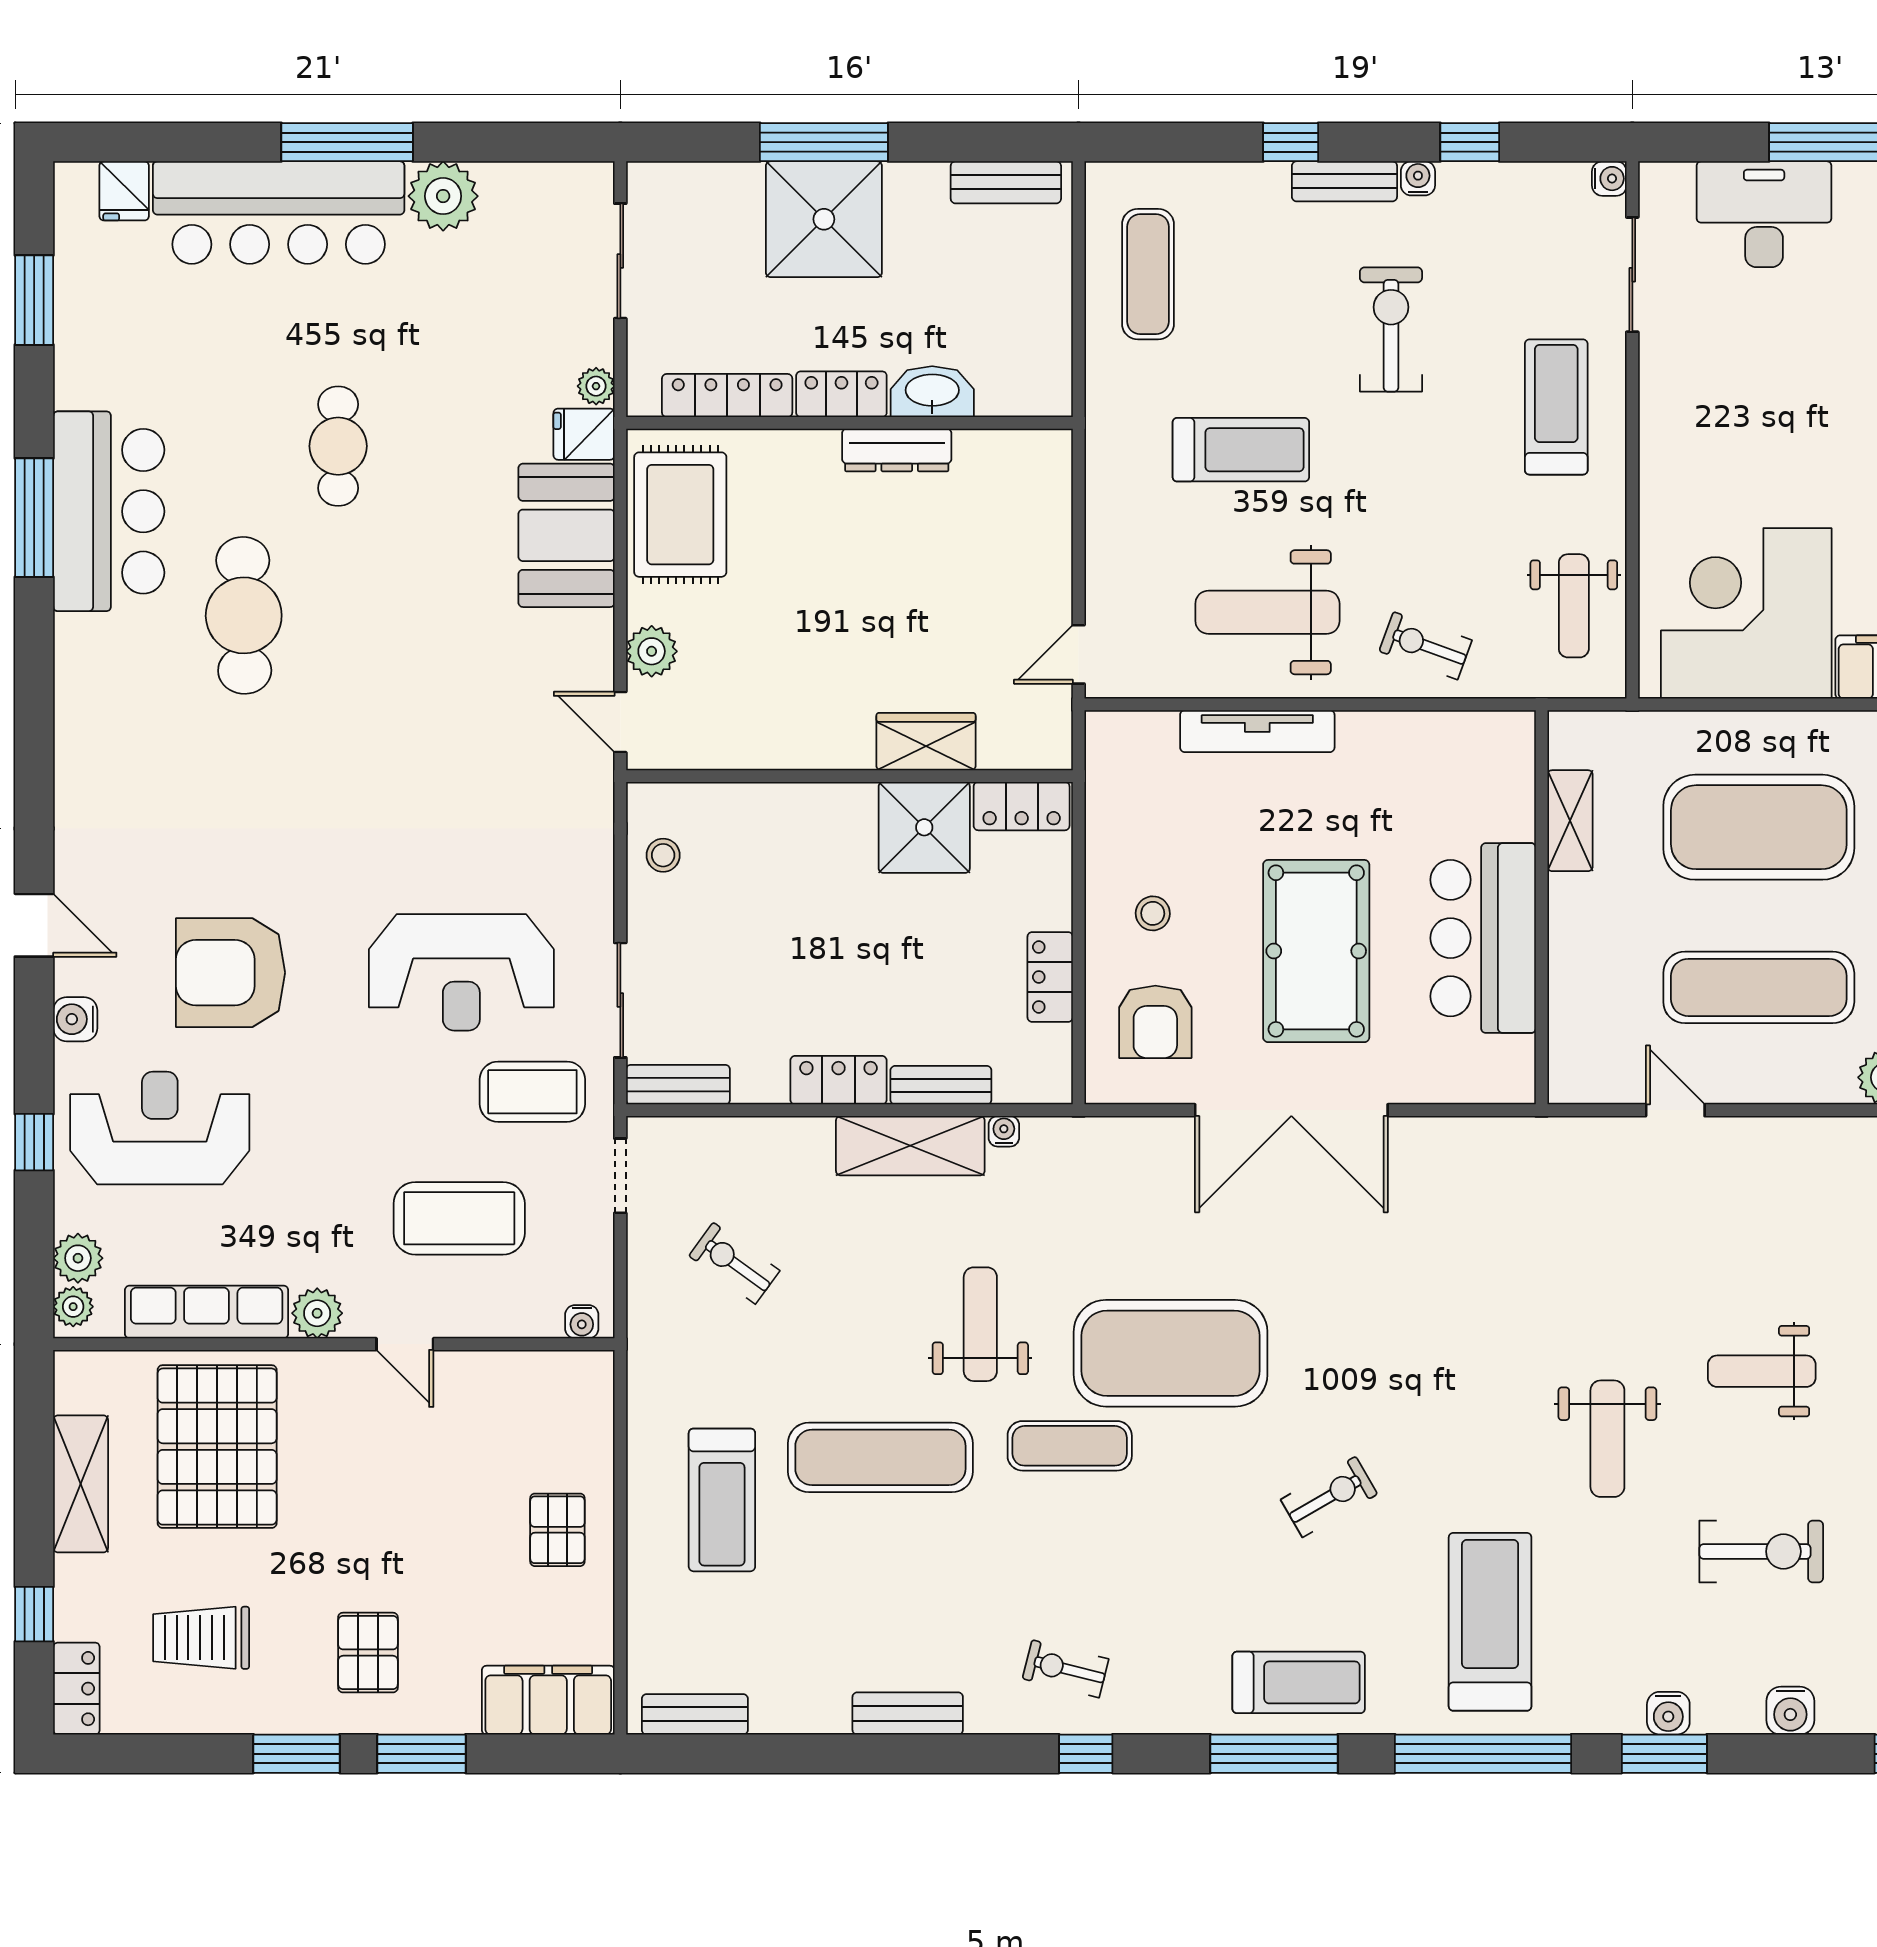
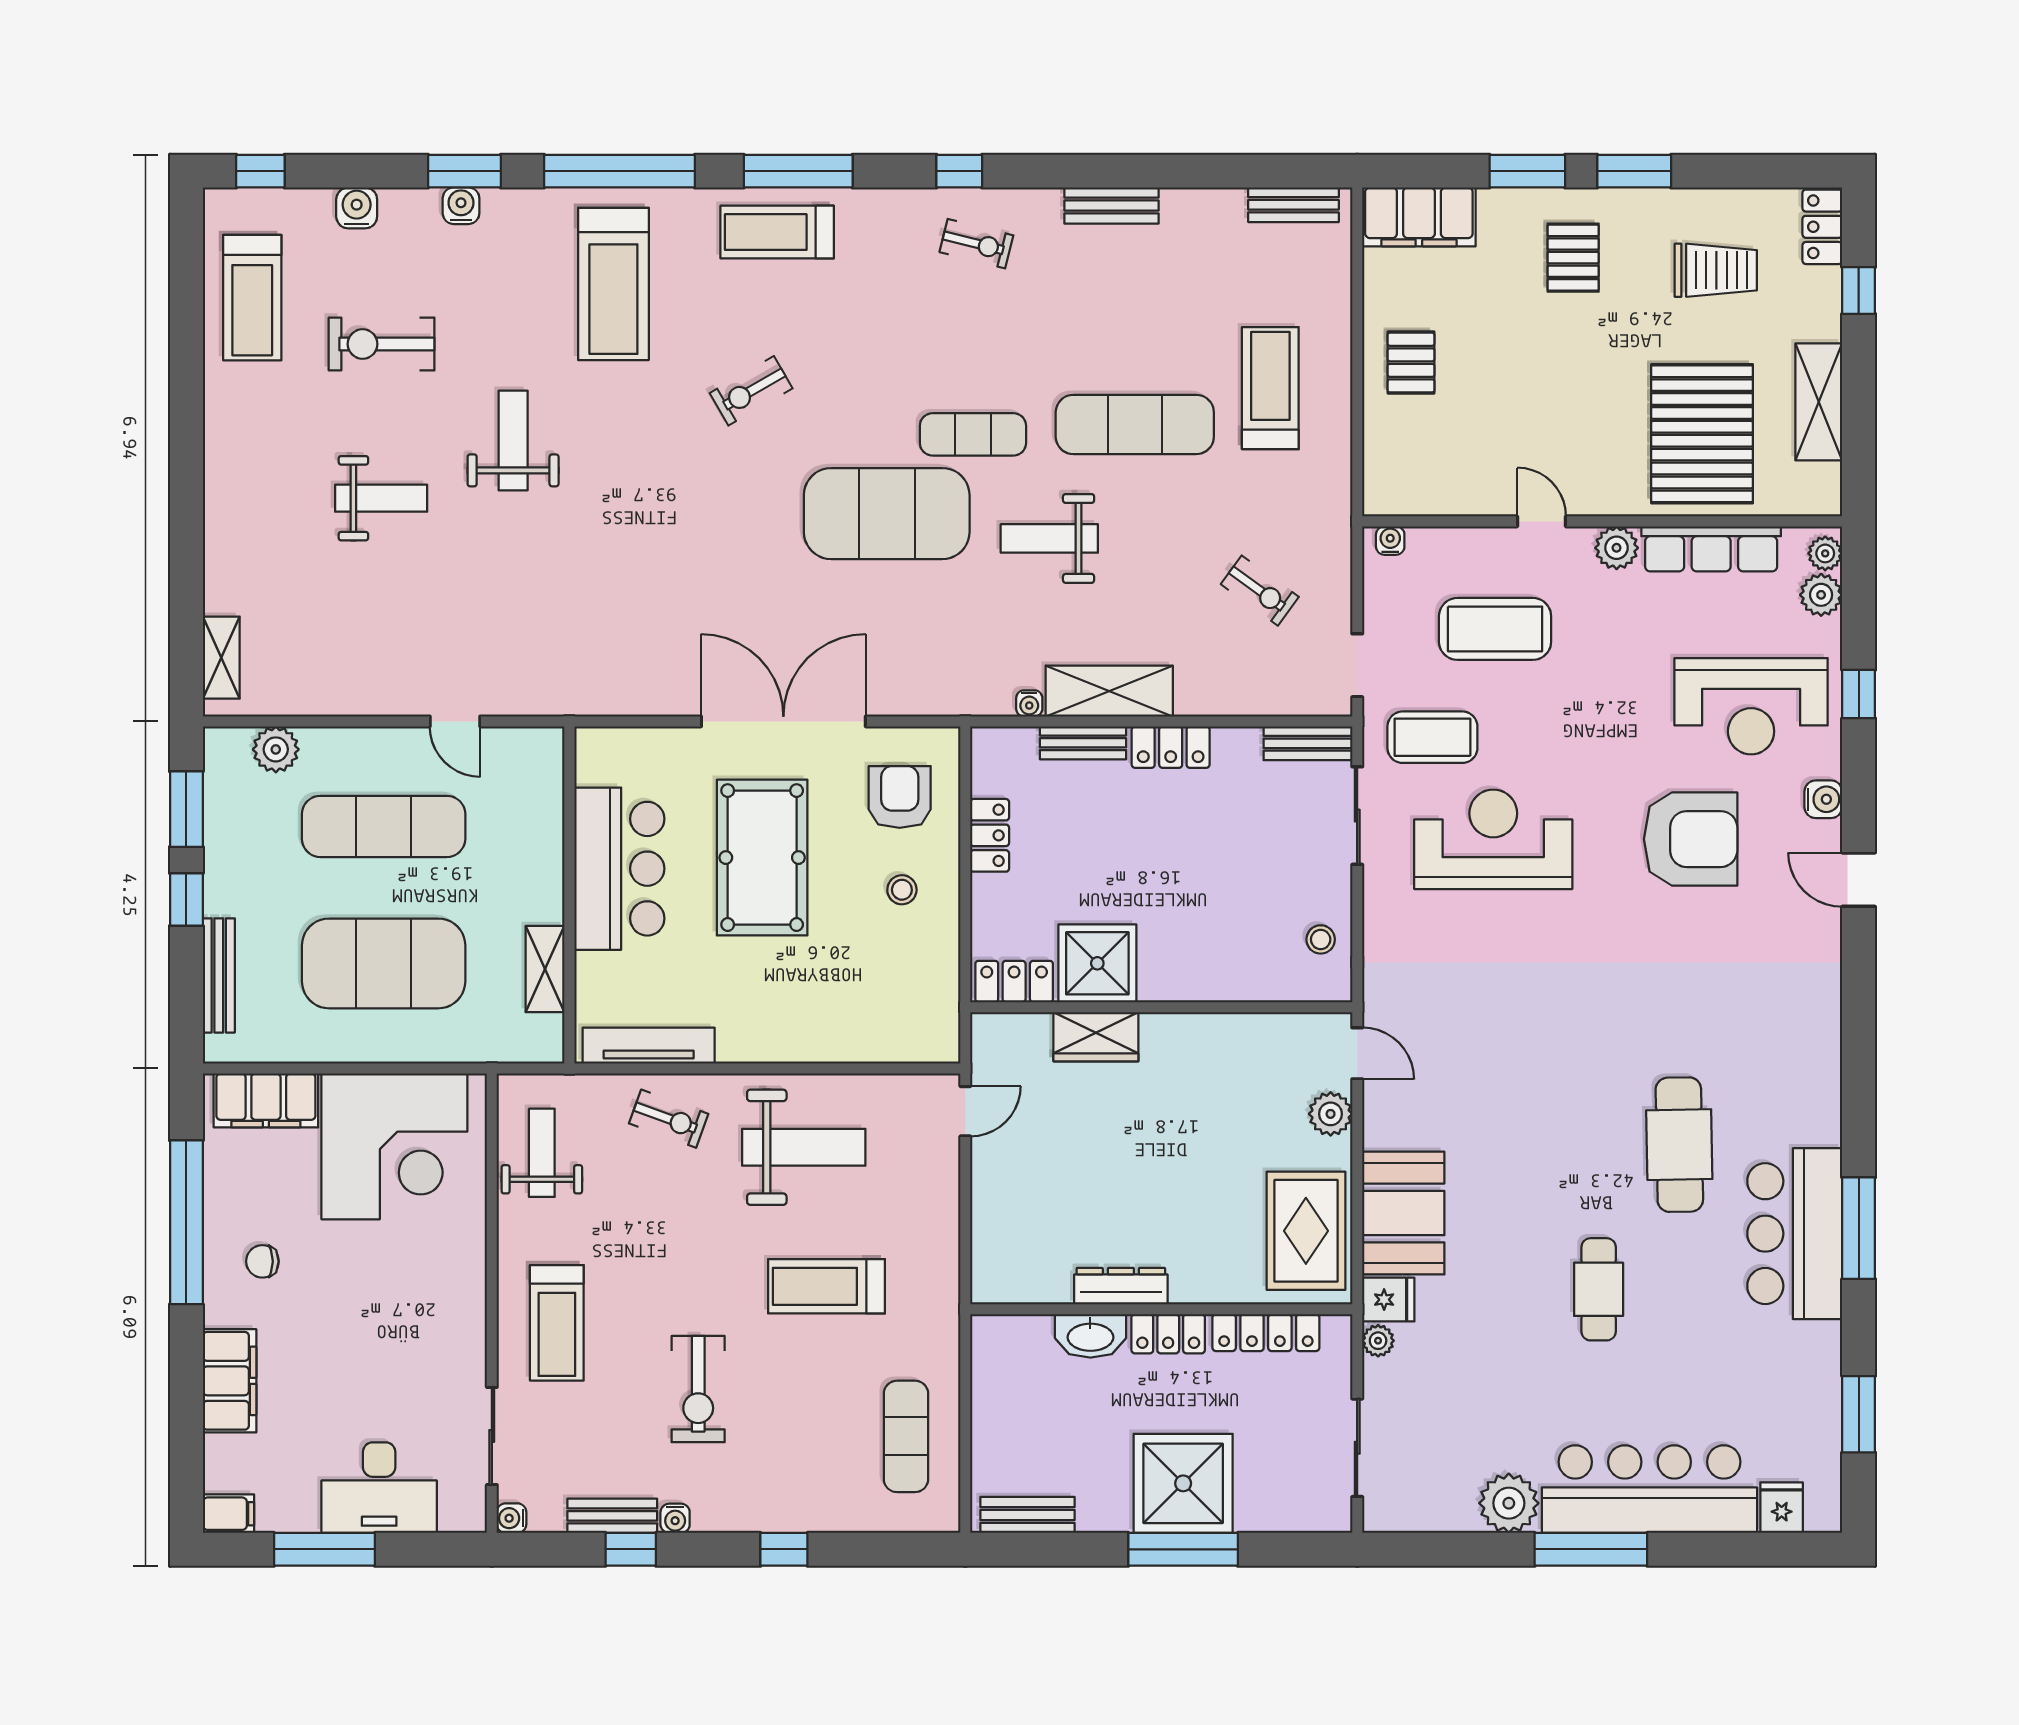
bench: (1344, 181) -> (612, 1516), moved
tv unit: (1257, 731) -> (649, 1046), moved
weight bench: (980, 1324) -> (1049, 538), turned 90

